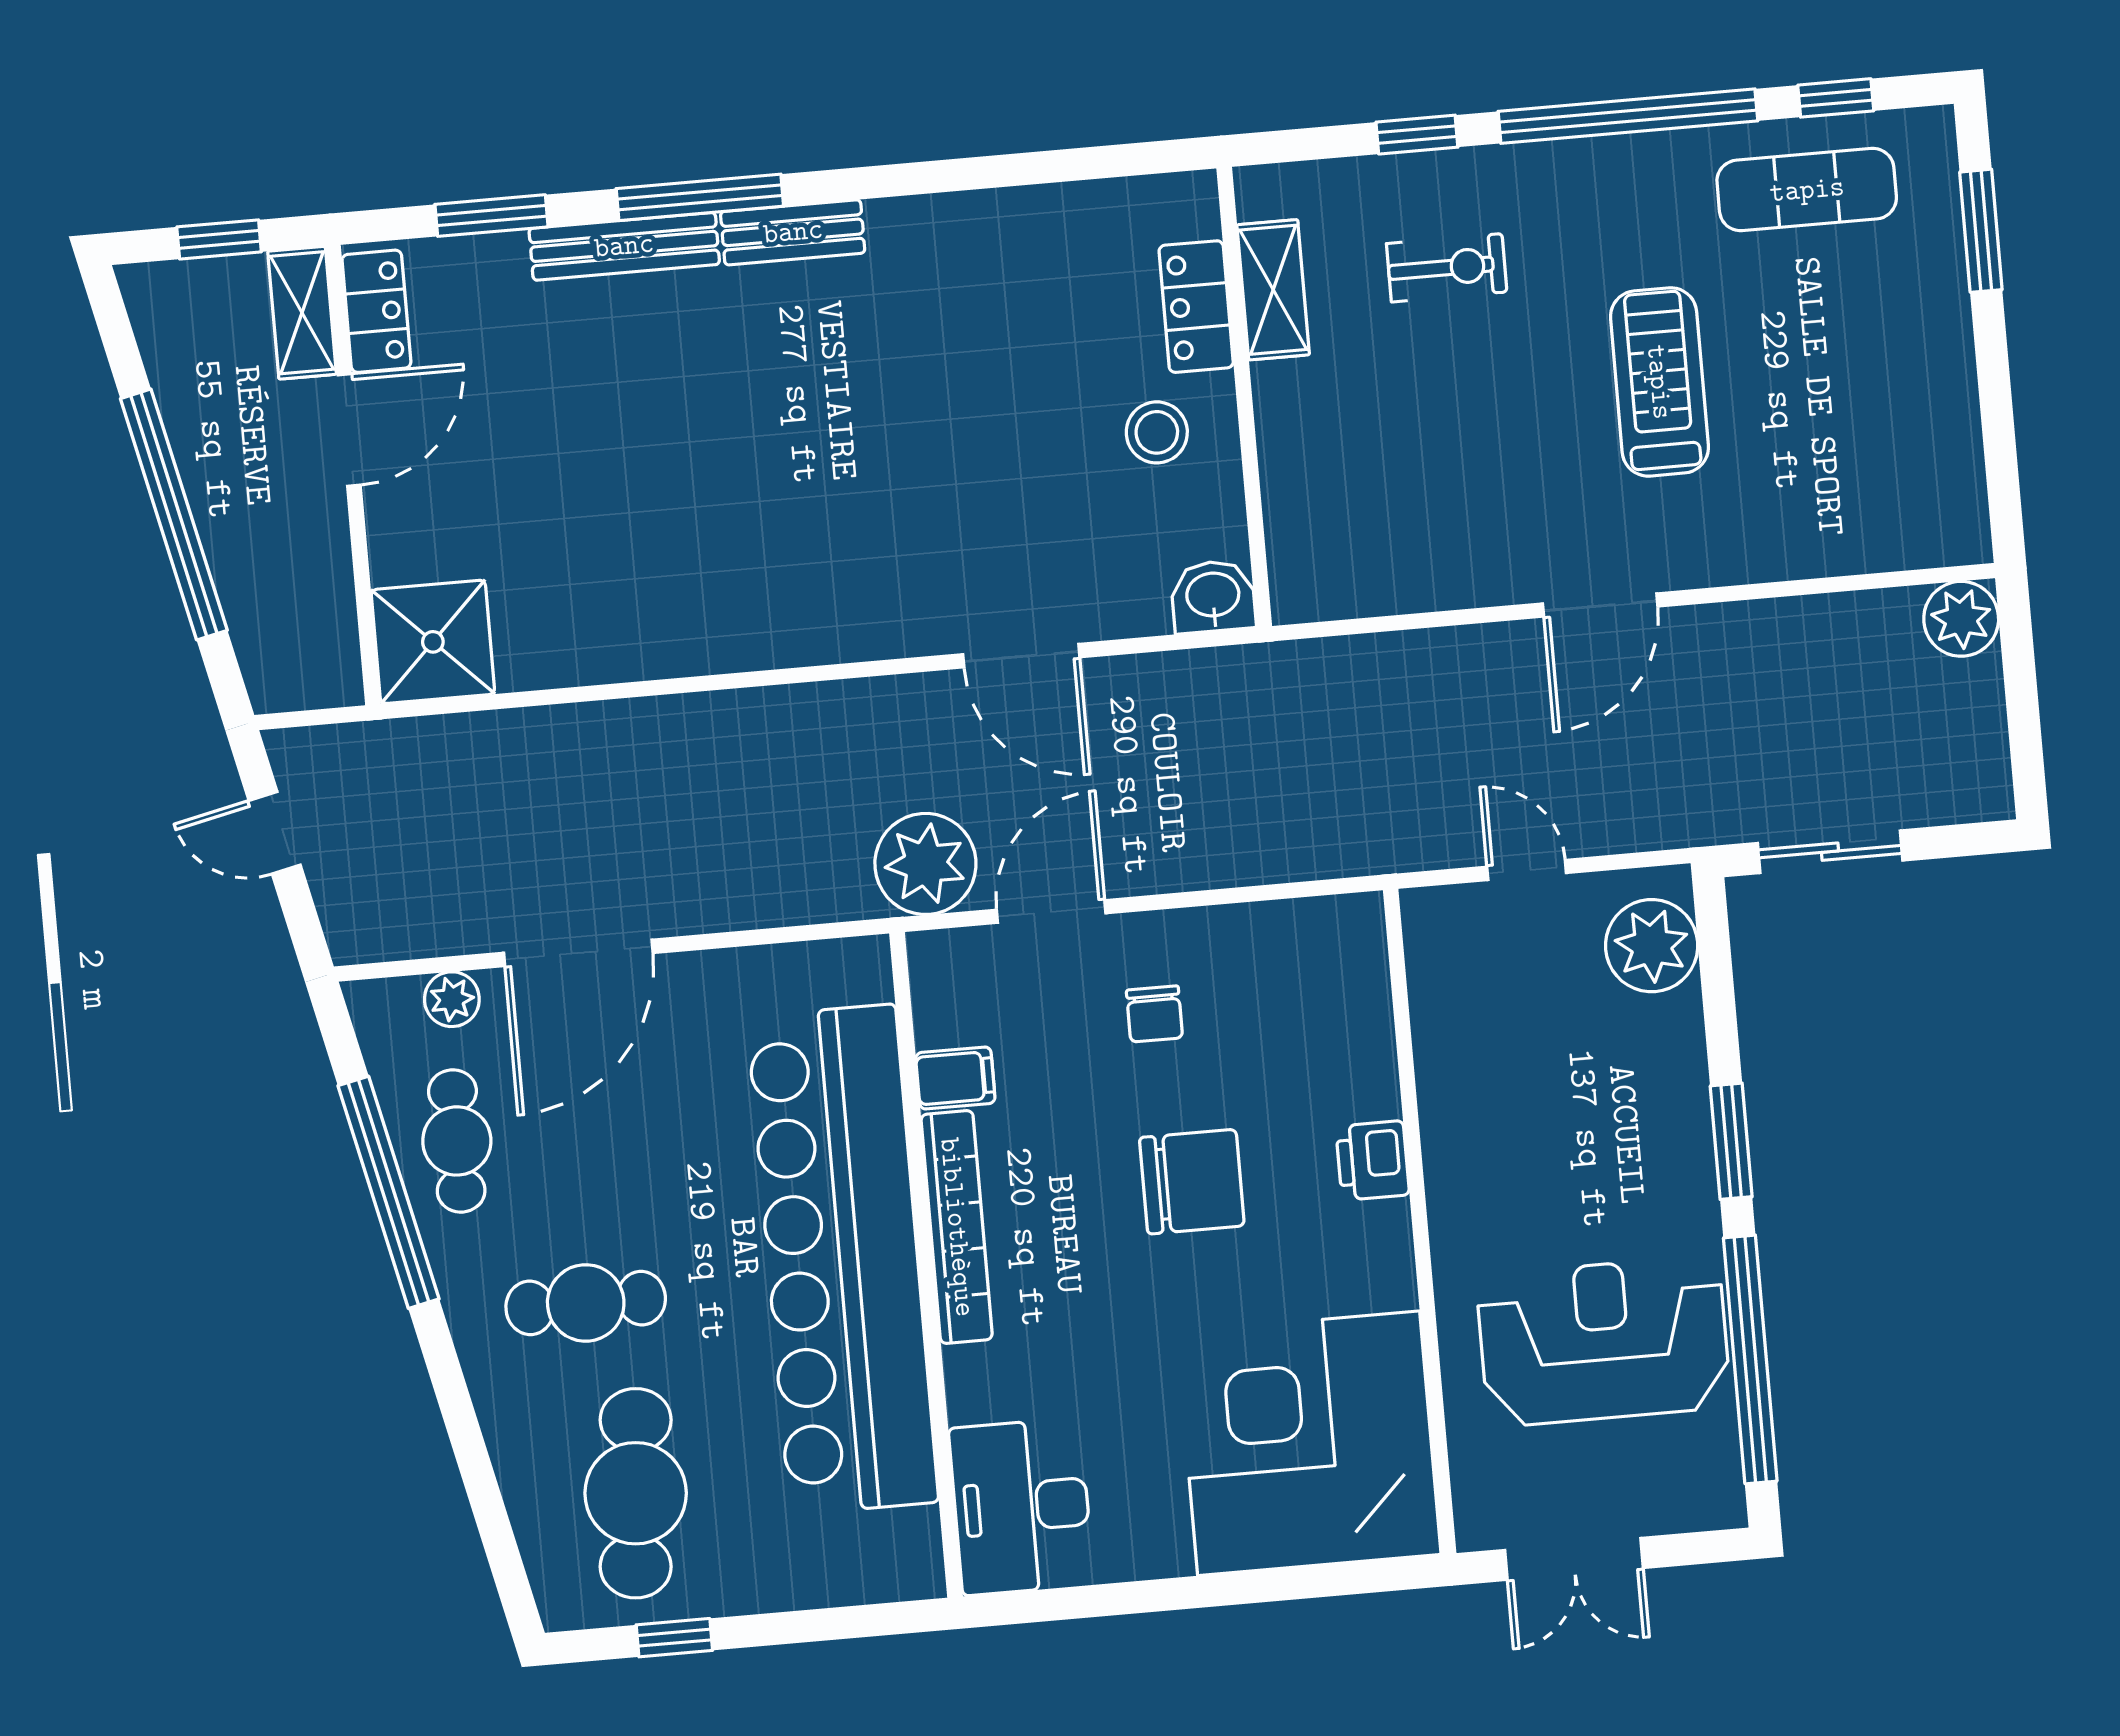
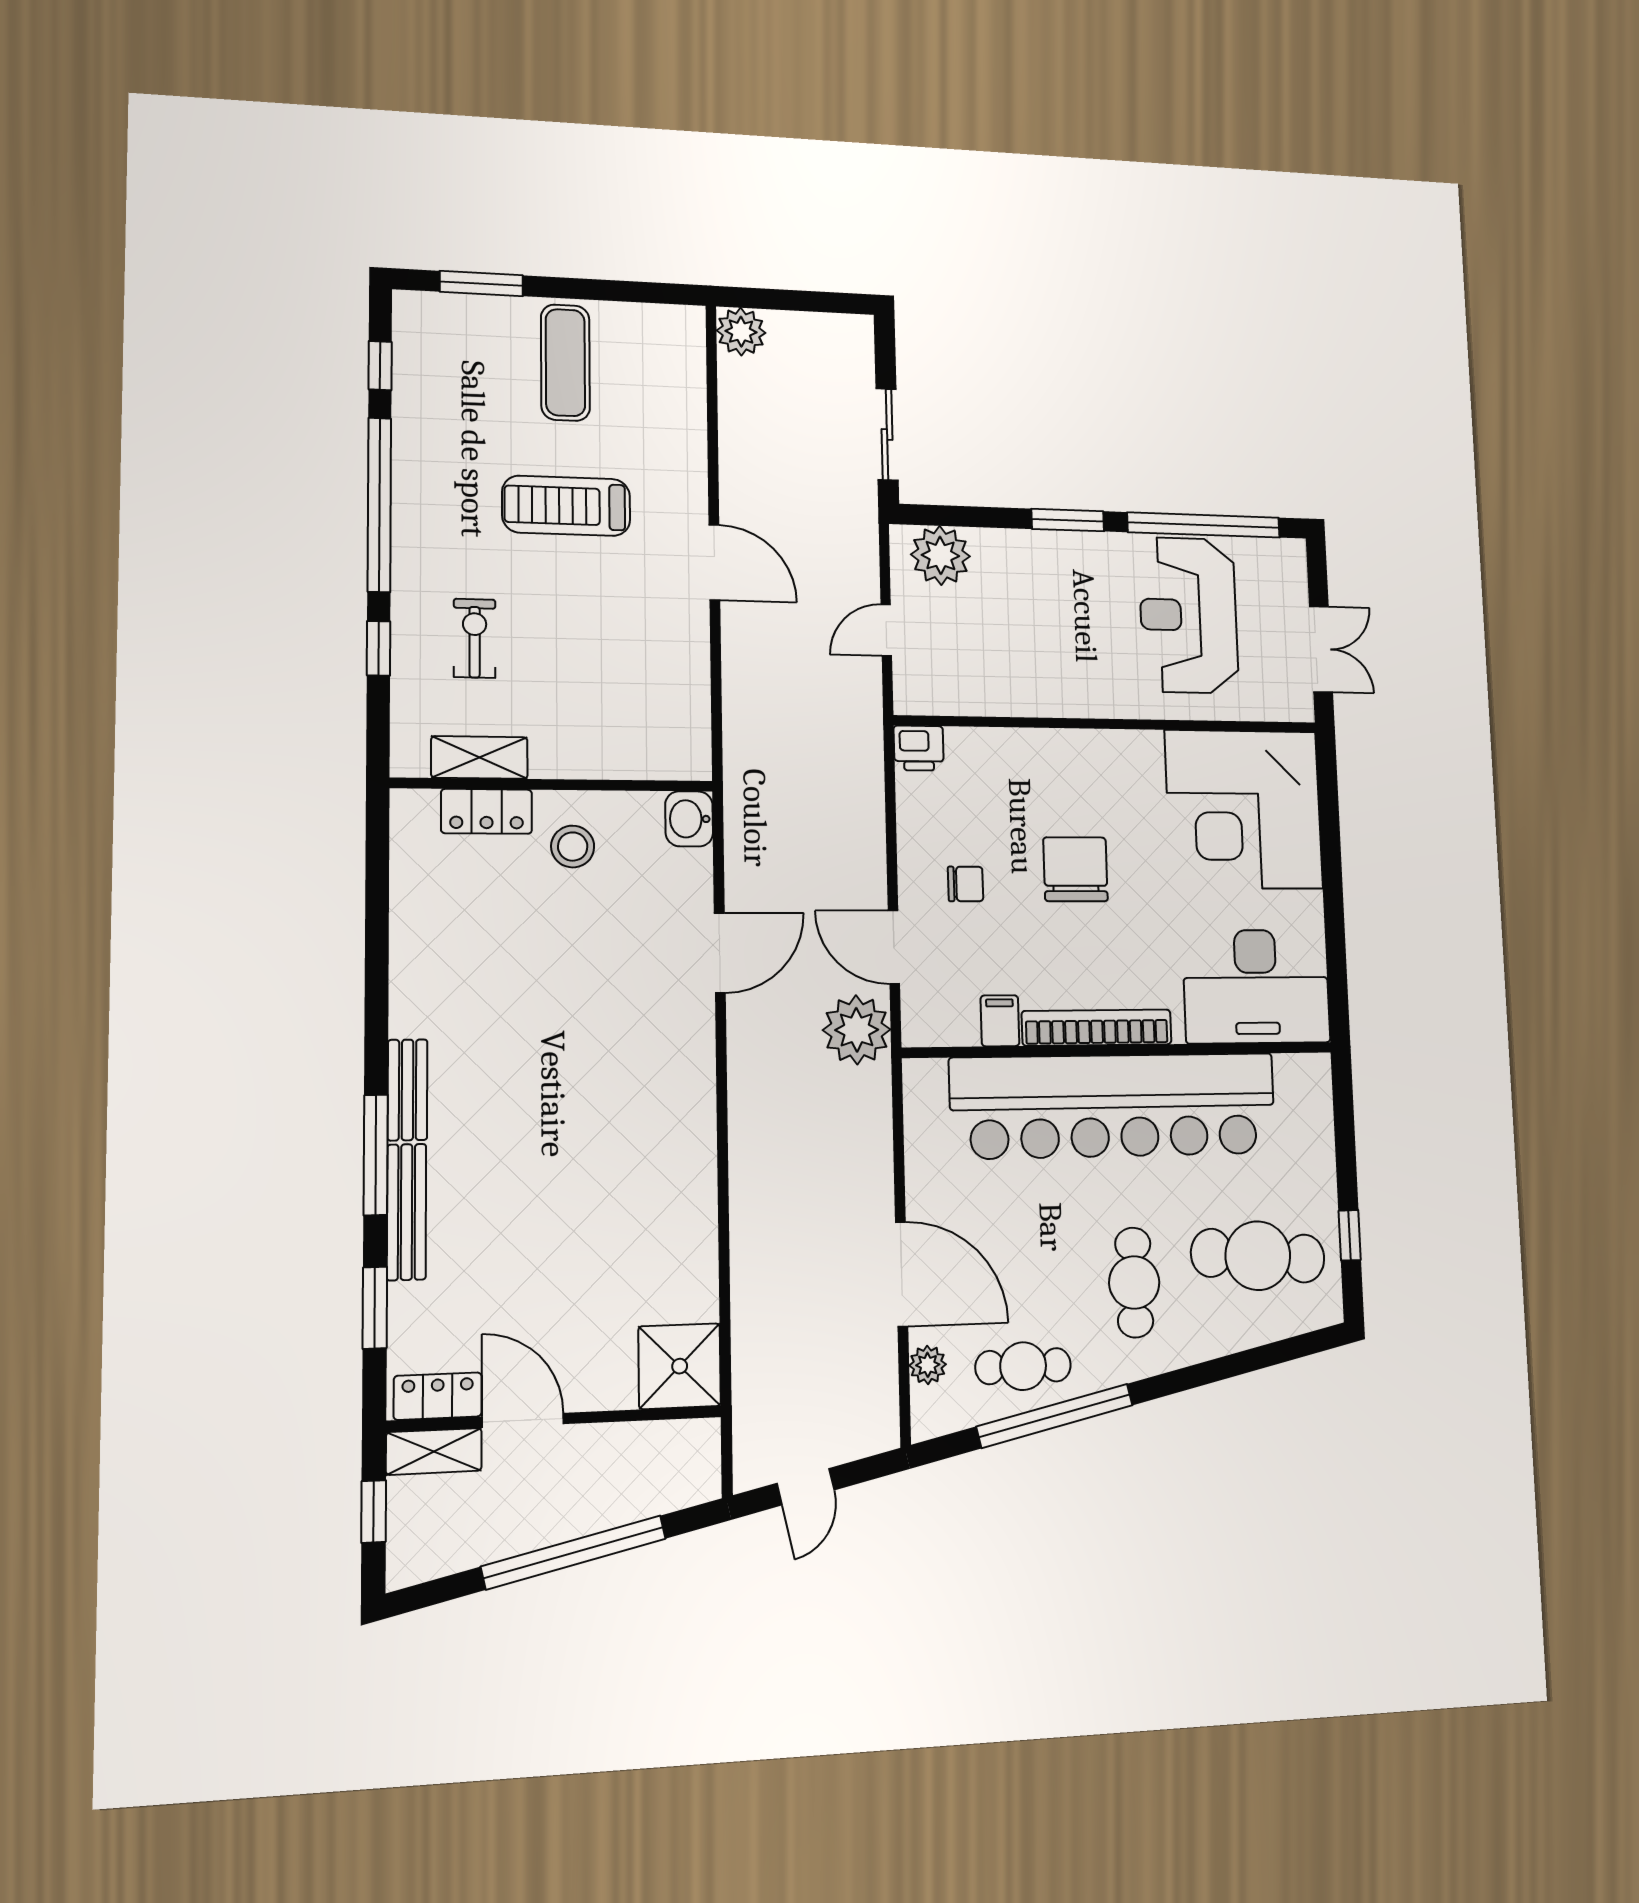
exercise mat: (1807, 190) -> (565, 363), moved
printer: (1372, 1161) -> (919, 748), moved
desk: (1021, 1507) -> (1256, 986), width x1.36, depth x1.30

